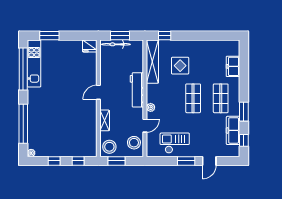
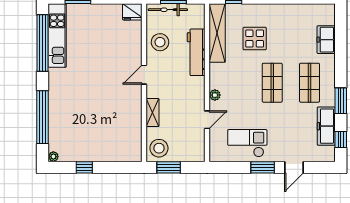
workbench: (137, 90) -> (196, 52), moved
stool: (134, 143) -> (160, 42), moved
window: (78, 161) -> (117, 167), removed

